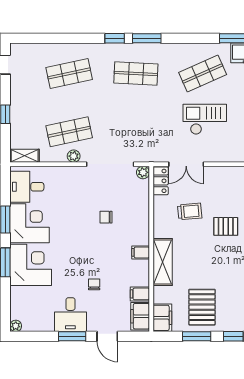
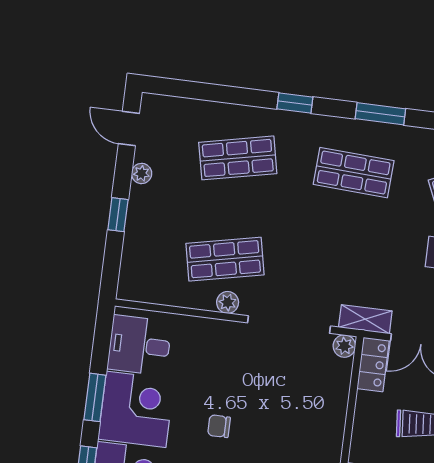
window: (115, 38) -> (295, 103), moved
plant: (16, 89) -> (142, 173), added
shelving: (25, 156) -> (365, 319), moved
chair: (106, 217) -> (219, 426), moved

